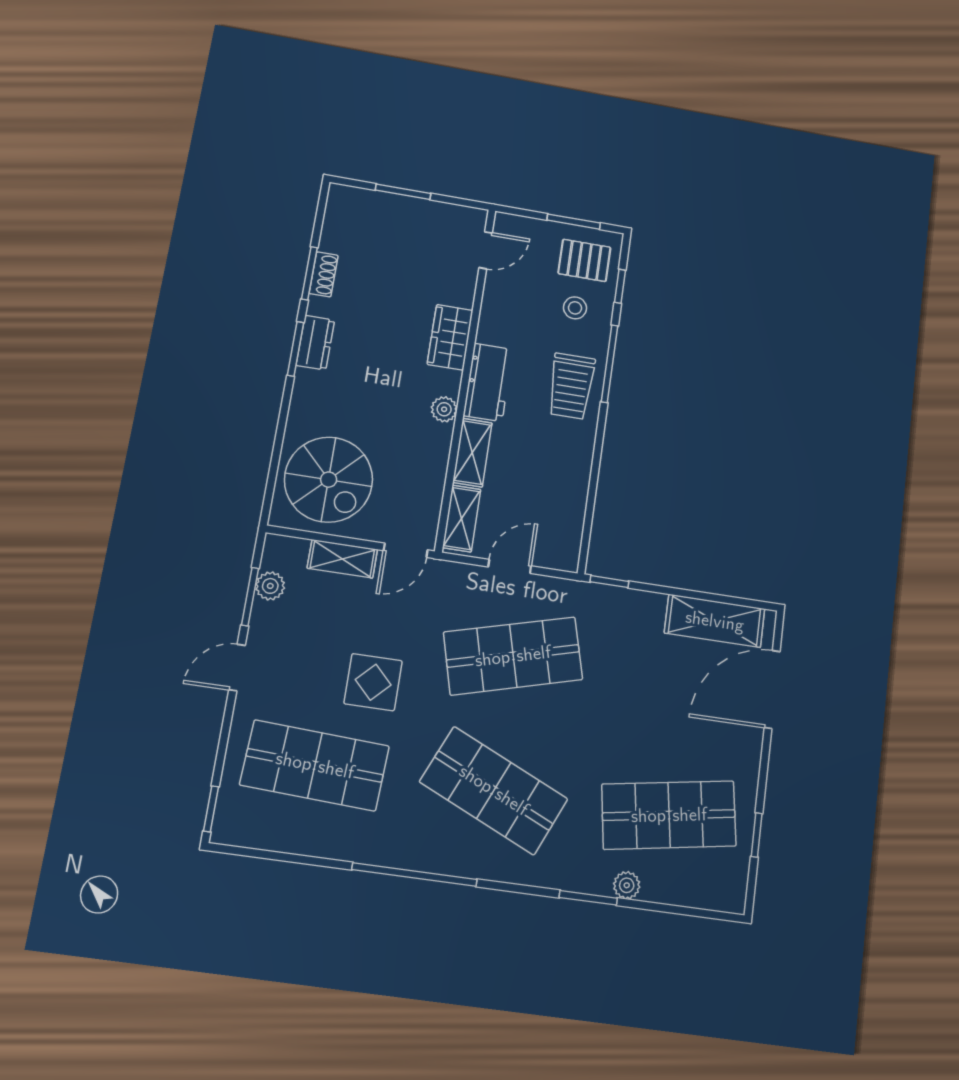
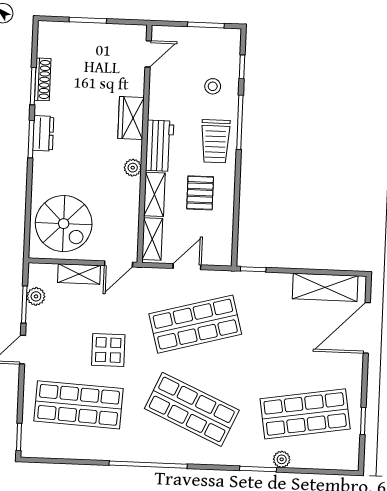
pallet: (584, 260) -> (200, 193), moved, turned 90
shoe rack: (324, 274) -> (43, 79), width x1.43

